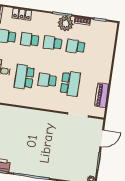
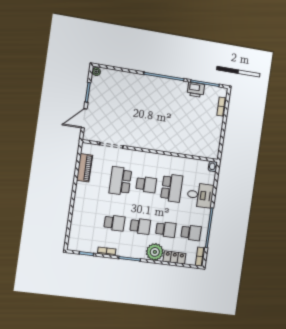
plant: (66, 23) -> (155, 252), moved

